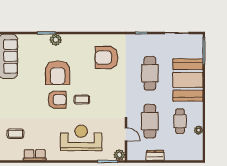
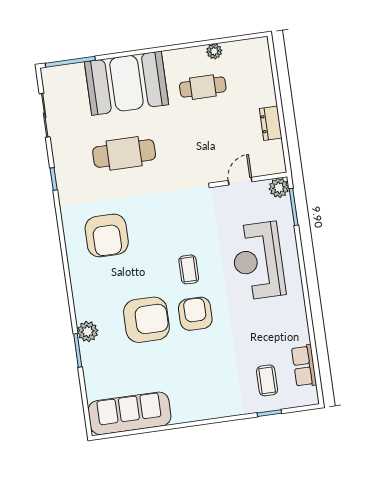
cafe table: (150, 121) -> (210, 141), removed
row of seats: (35, 155) -> (304, 366), moved

